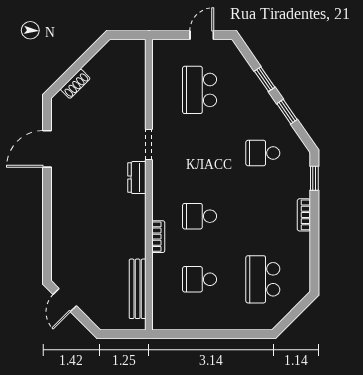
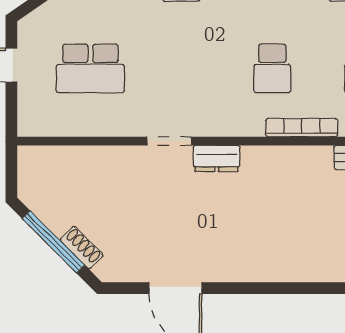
window: (79, 64) -> (53, 242), added
bookcase: (158, 237) -> (302, 128), width x1.56

